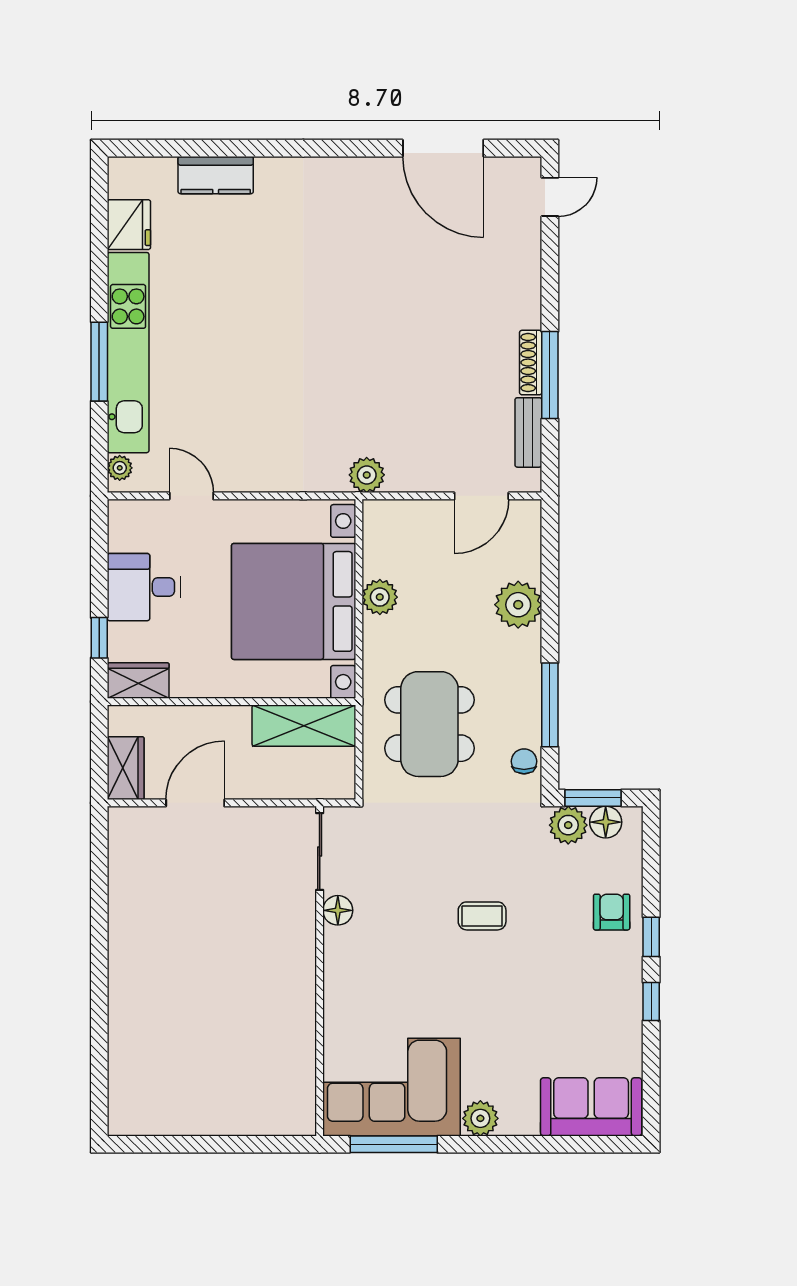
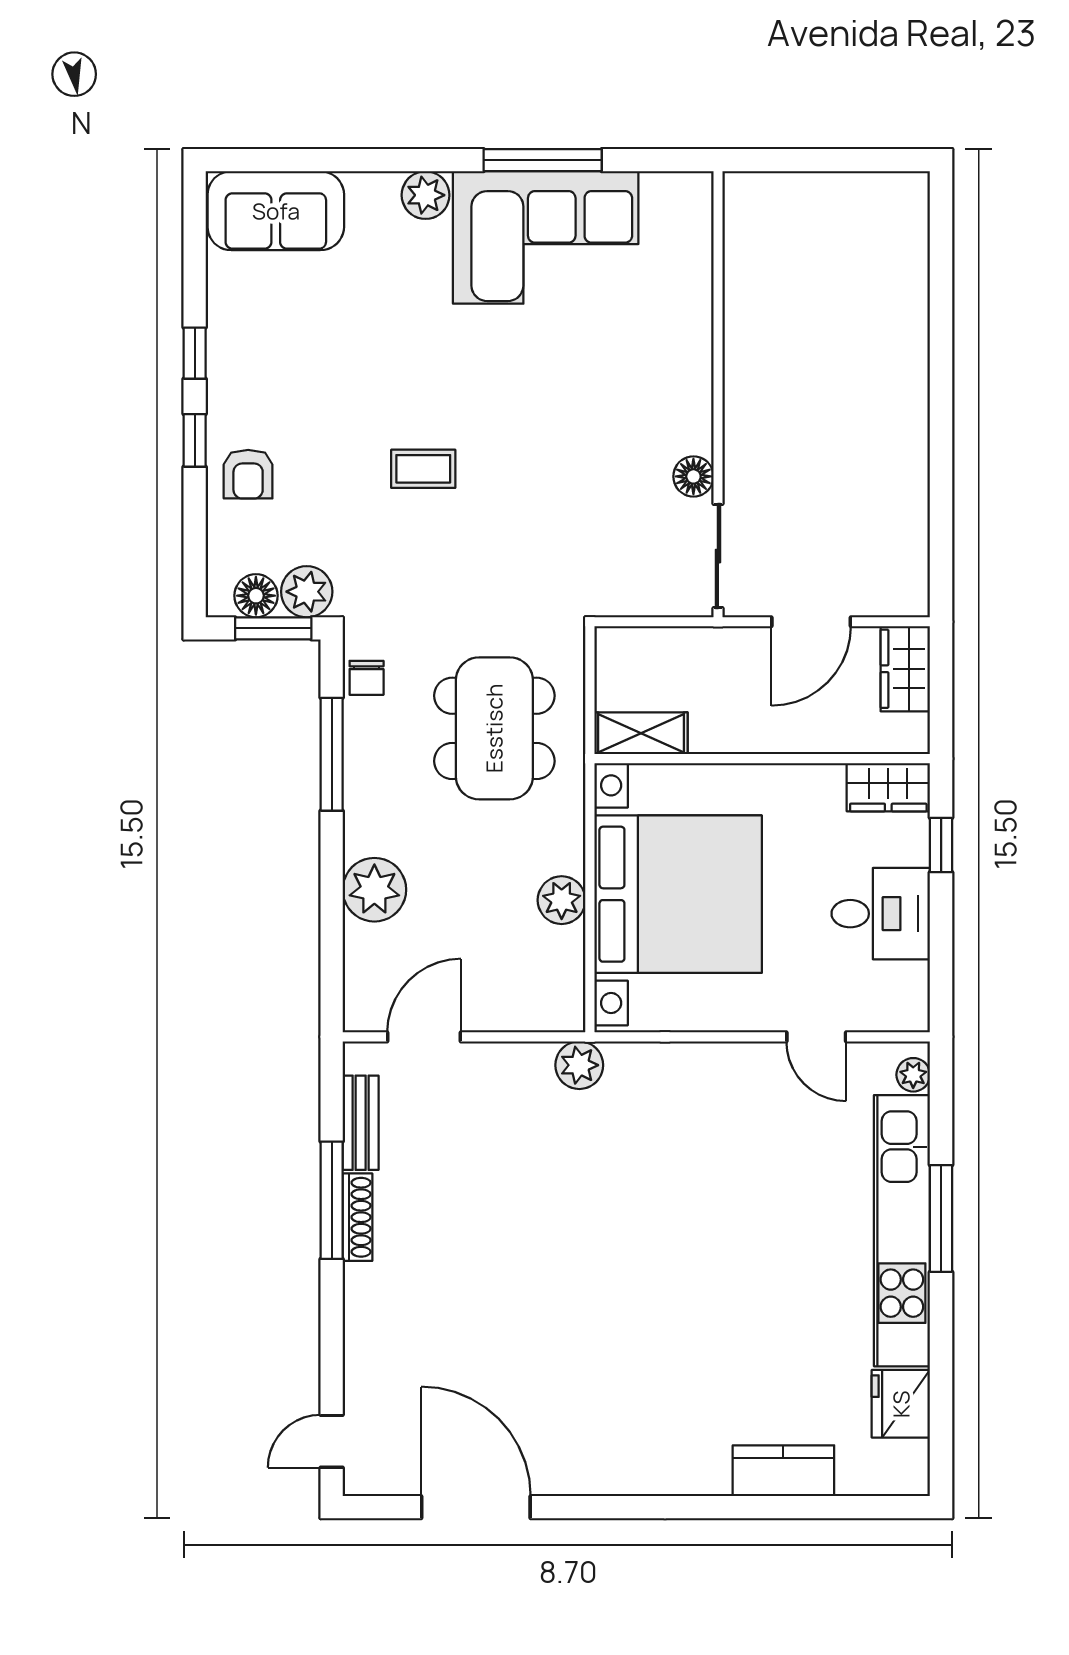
shelving: (304, 726) -> (641, 733), width x0.67, depth x0.75
sliding door: (320, 851) -> (718, 556), moved
floor lamp: (338, 910) -> (693, 476), moved
wall: (320, 971) -> (718, 394), moved

